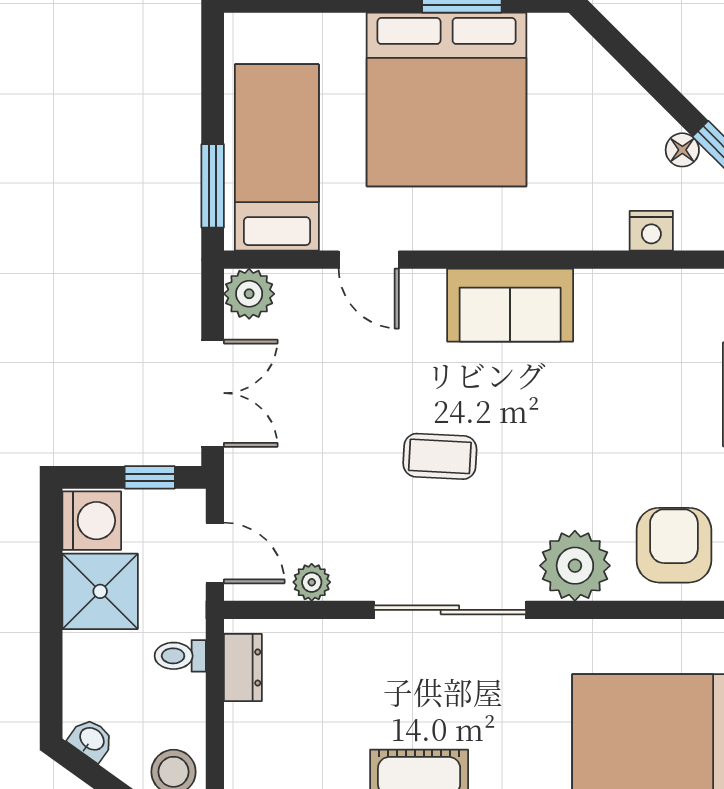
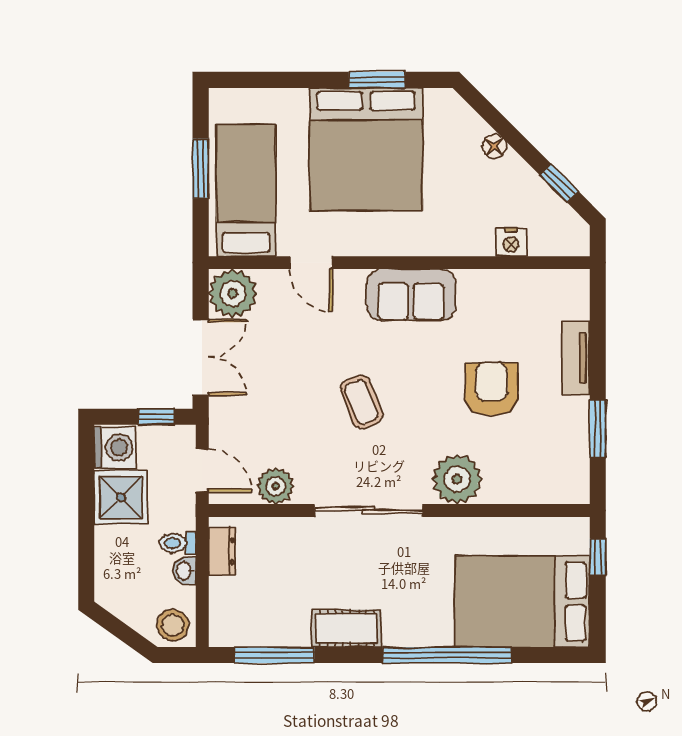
floor lamp: (682, 150) -> (494, 146), moved
window: (213, 186) -> (201, 169), moved
plant: (249, 294) -> (233, 293), width x1.36, depth x1.36
coffee table: (440, 456) -> (361, 402), turned 65
armchair: (674, 545) -> (492, 389), moved
plant: (312, 582) -> (276, 486), width x1.38, depth x1.38
washbasin: (91, 740) -> (184, 571), moved, turned -126

